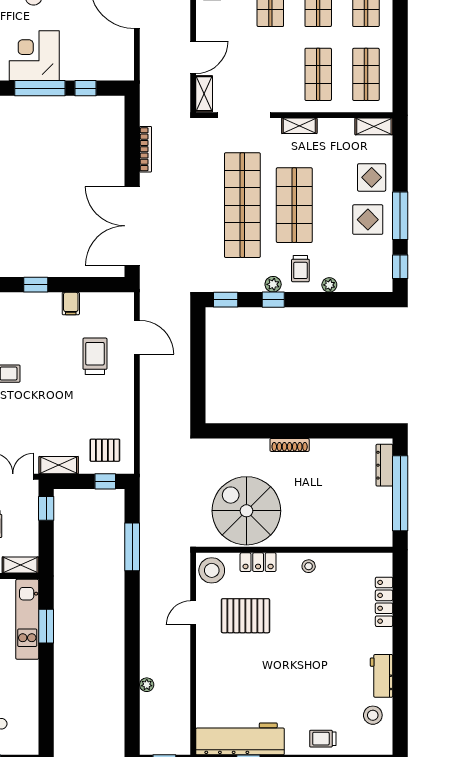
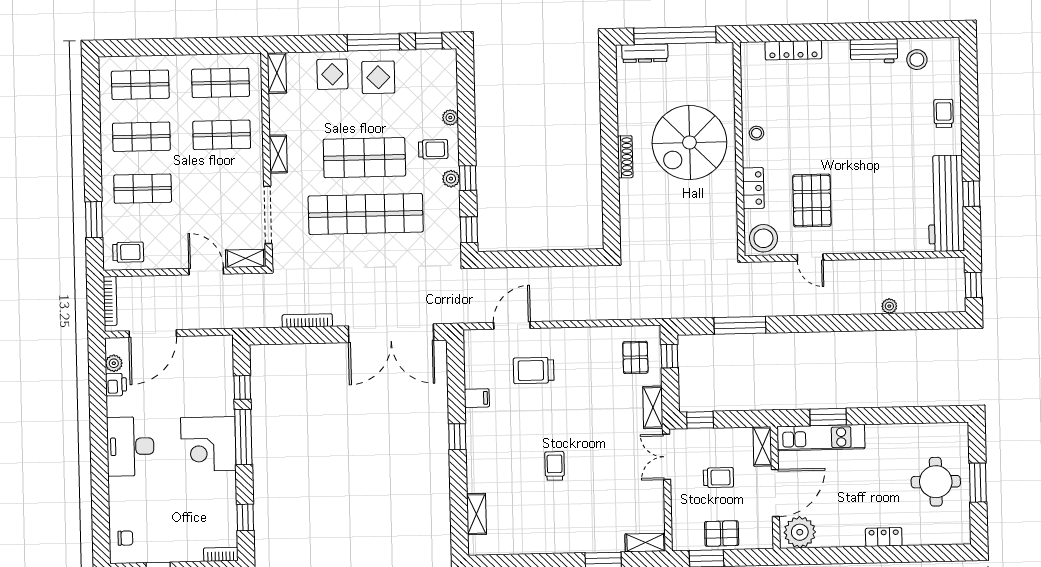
spiral stairs: (246, 511) -> (689, 142), moved
trolley: (323, 739) -> (944, 113), turned 180

